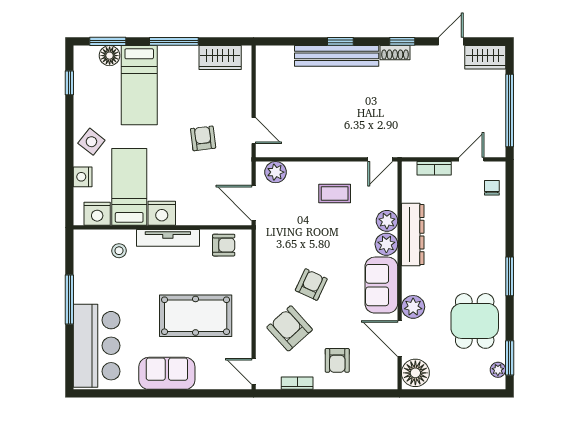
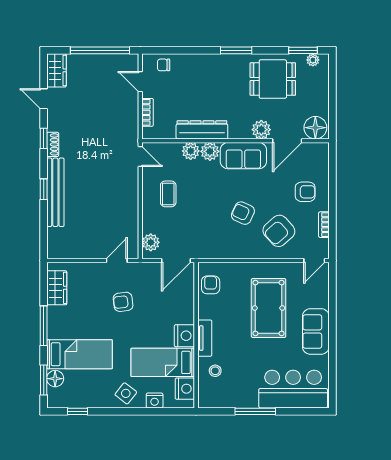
tv unit: (168, 238) -> (205, 338), width x0.71

